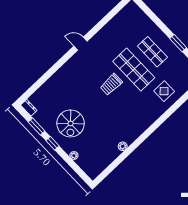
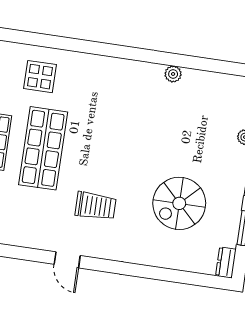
trolley: (111, 84) -> (96, 206), moved
spiral stairs: (71, 123) -> (179, 203), moved, turned 180

